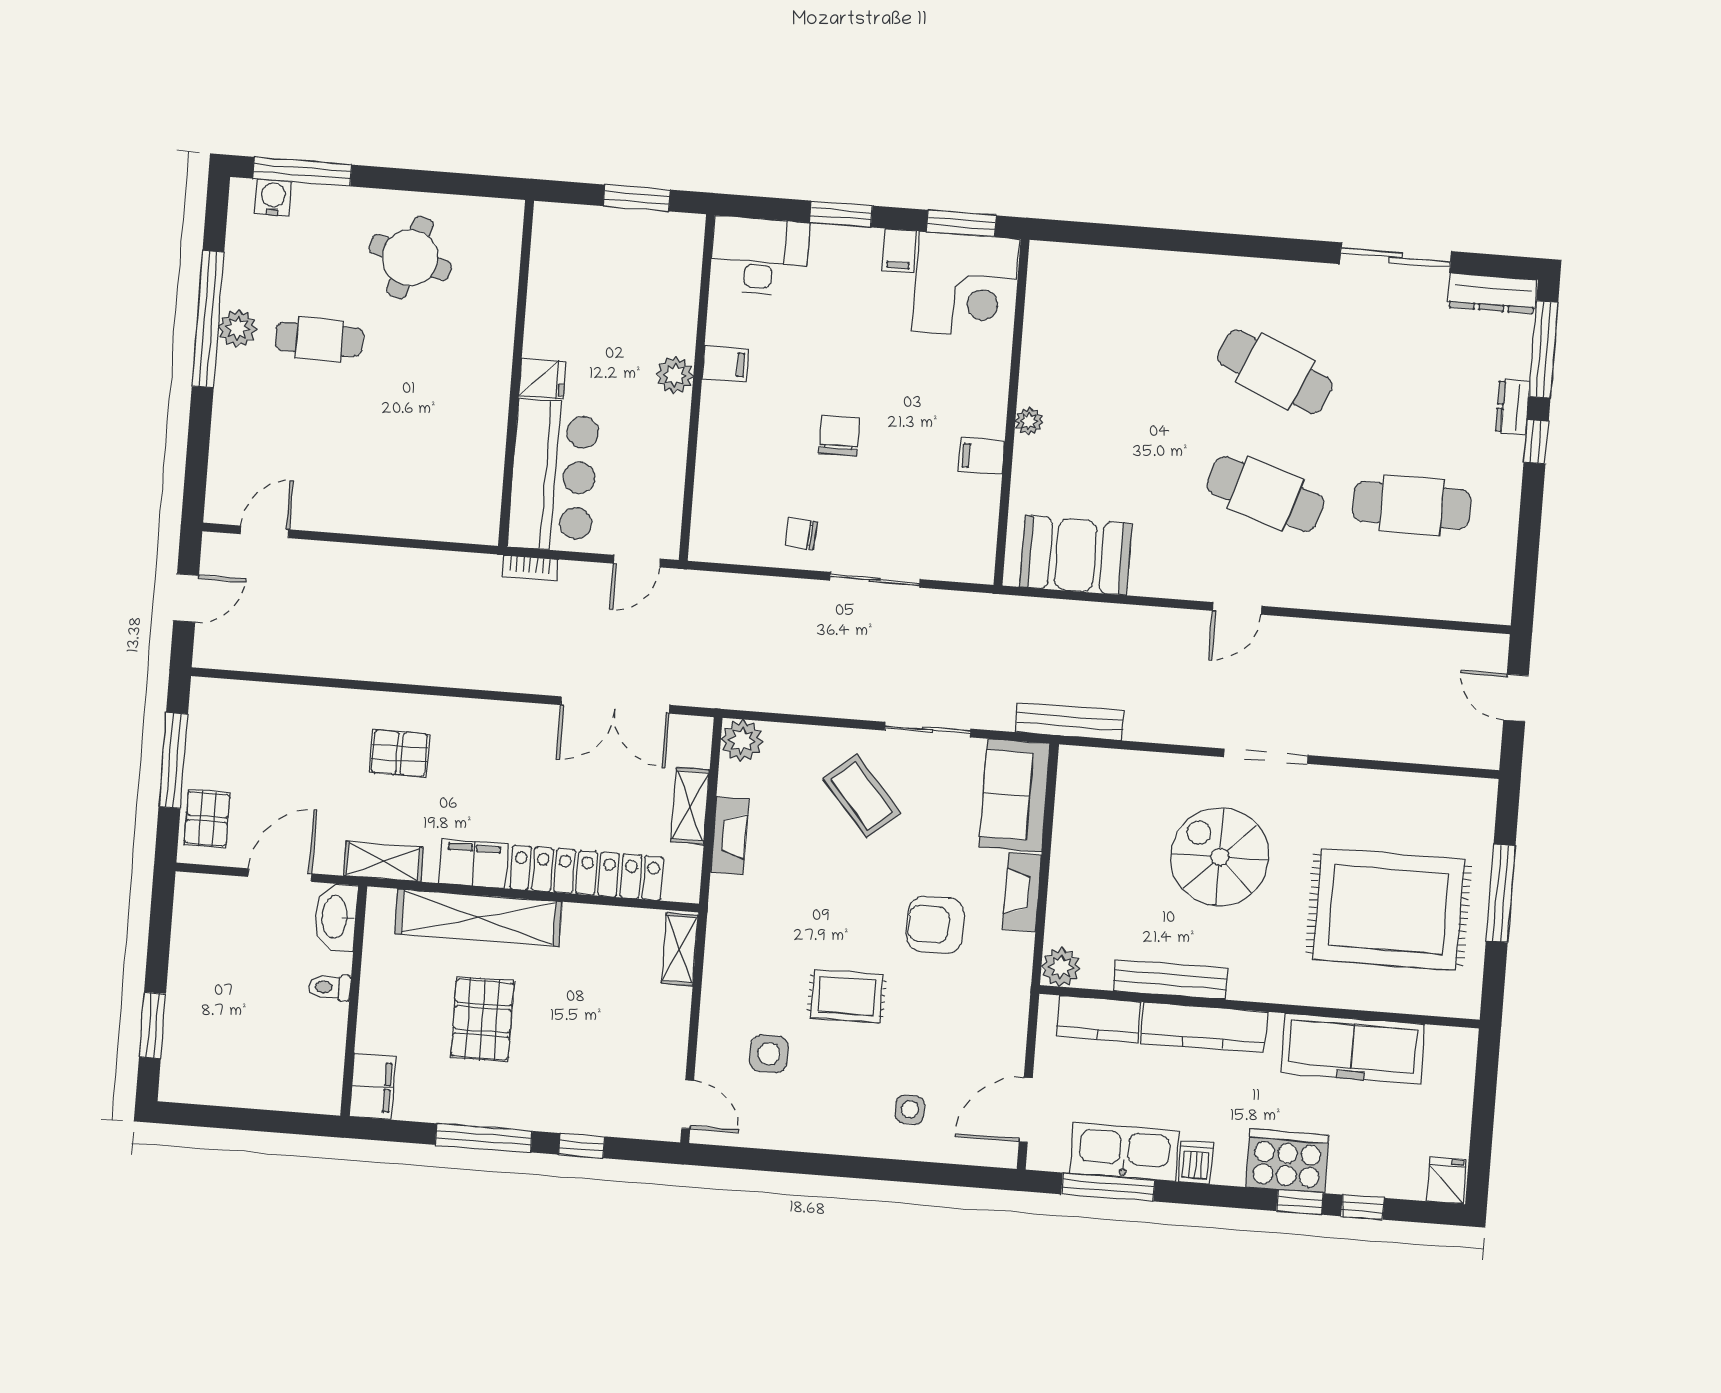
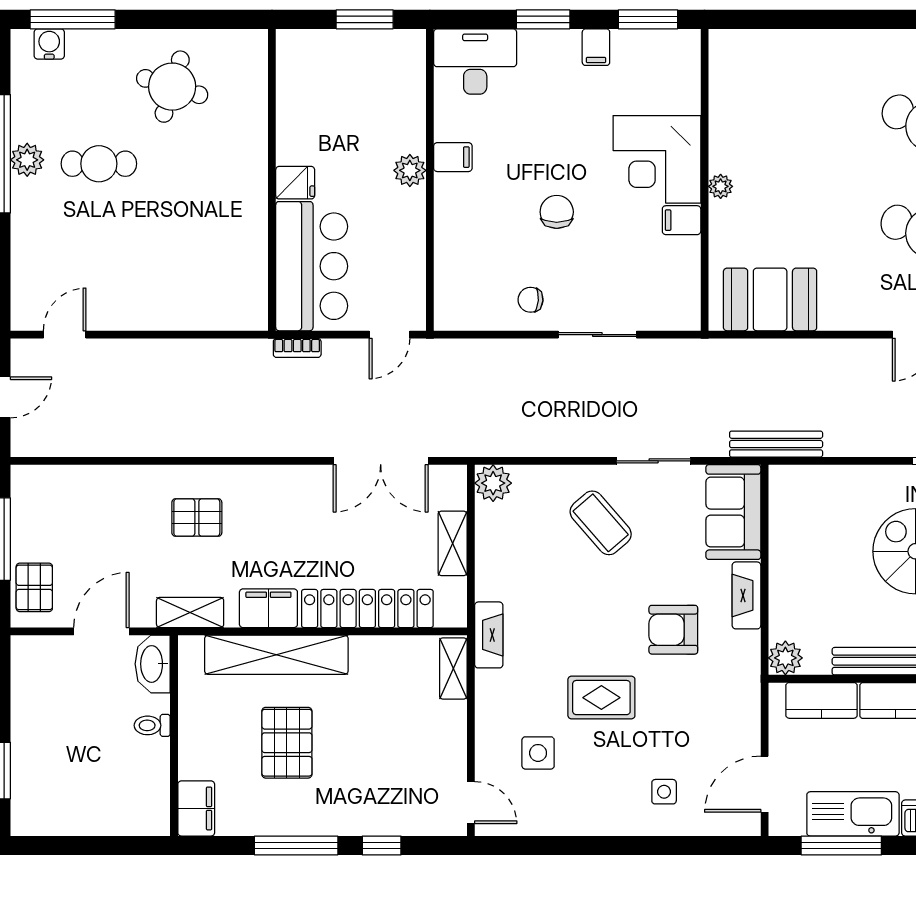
corner desk: (966, 285) -> (657, 159), moved, turned 90
fireplace: (729, 836) -> (489, 635), moved

